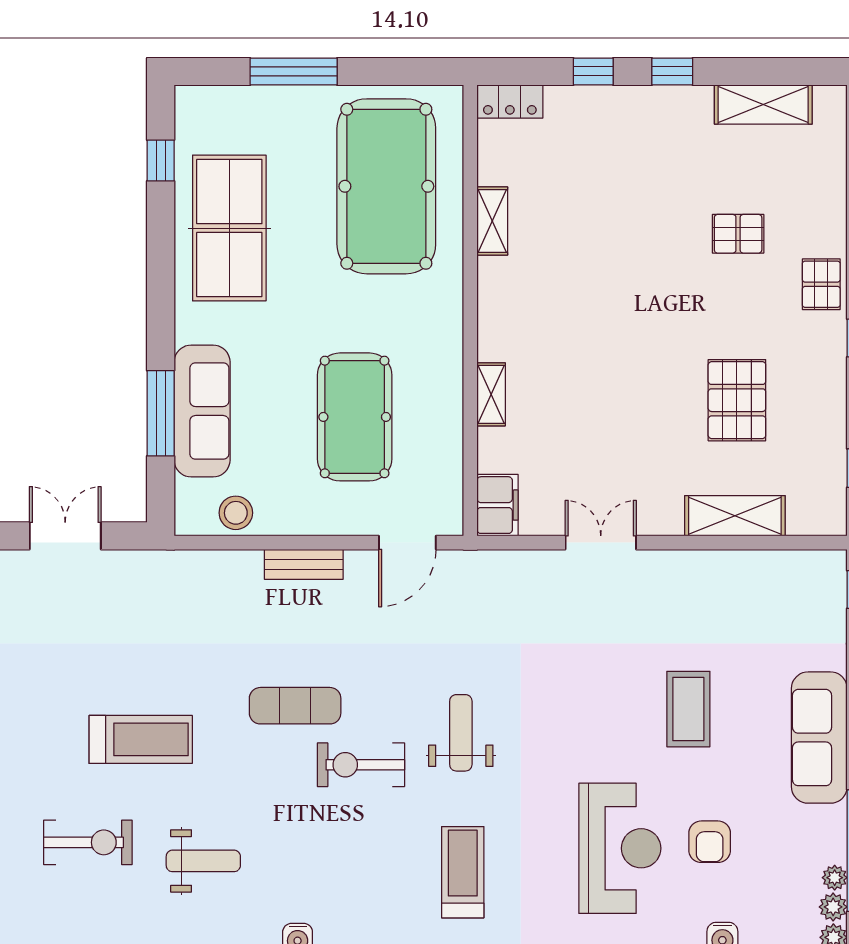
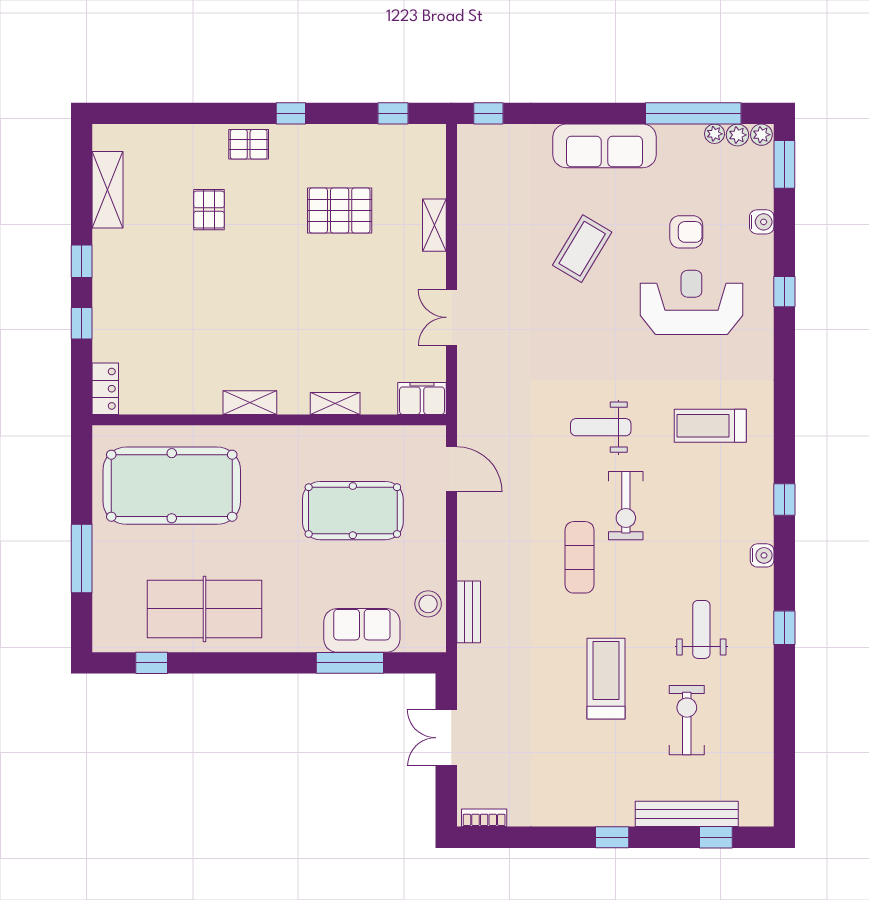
shelving: (492, 221) -> (250, 403), moved
sofa: (202, 411) -> (362, 630), width x0.73
shelving: (735, 516) -> (434, 225), width x0.67, depth x0.75
bench: (304, 564) -> (469, 612), moved
coffee table: (688, 709) -> (582, 249), turned -59

